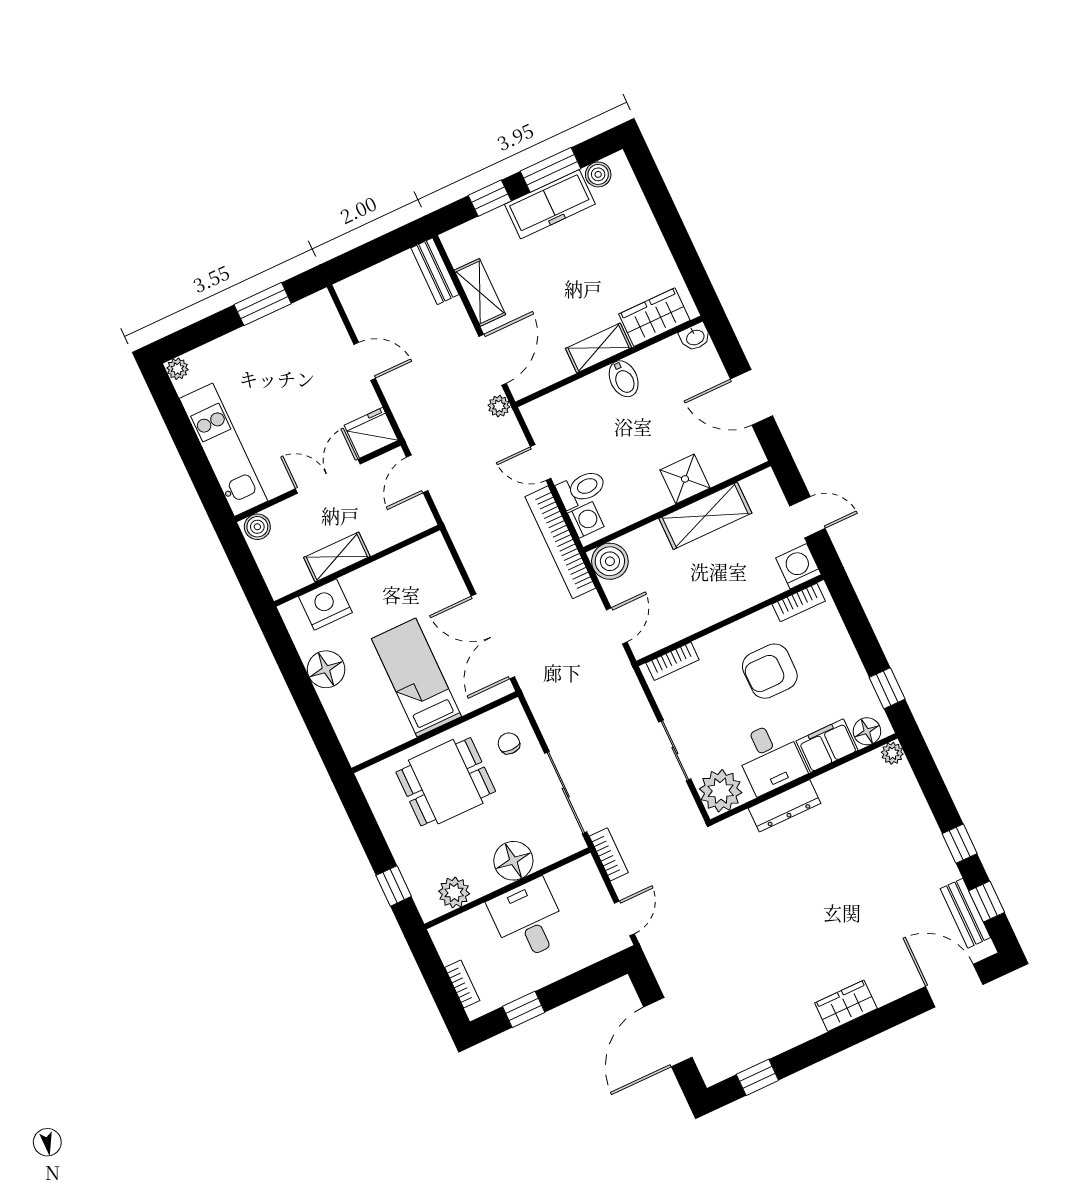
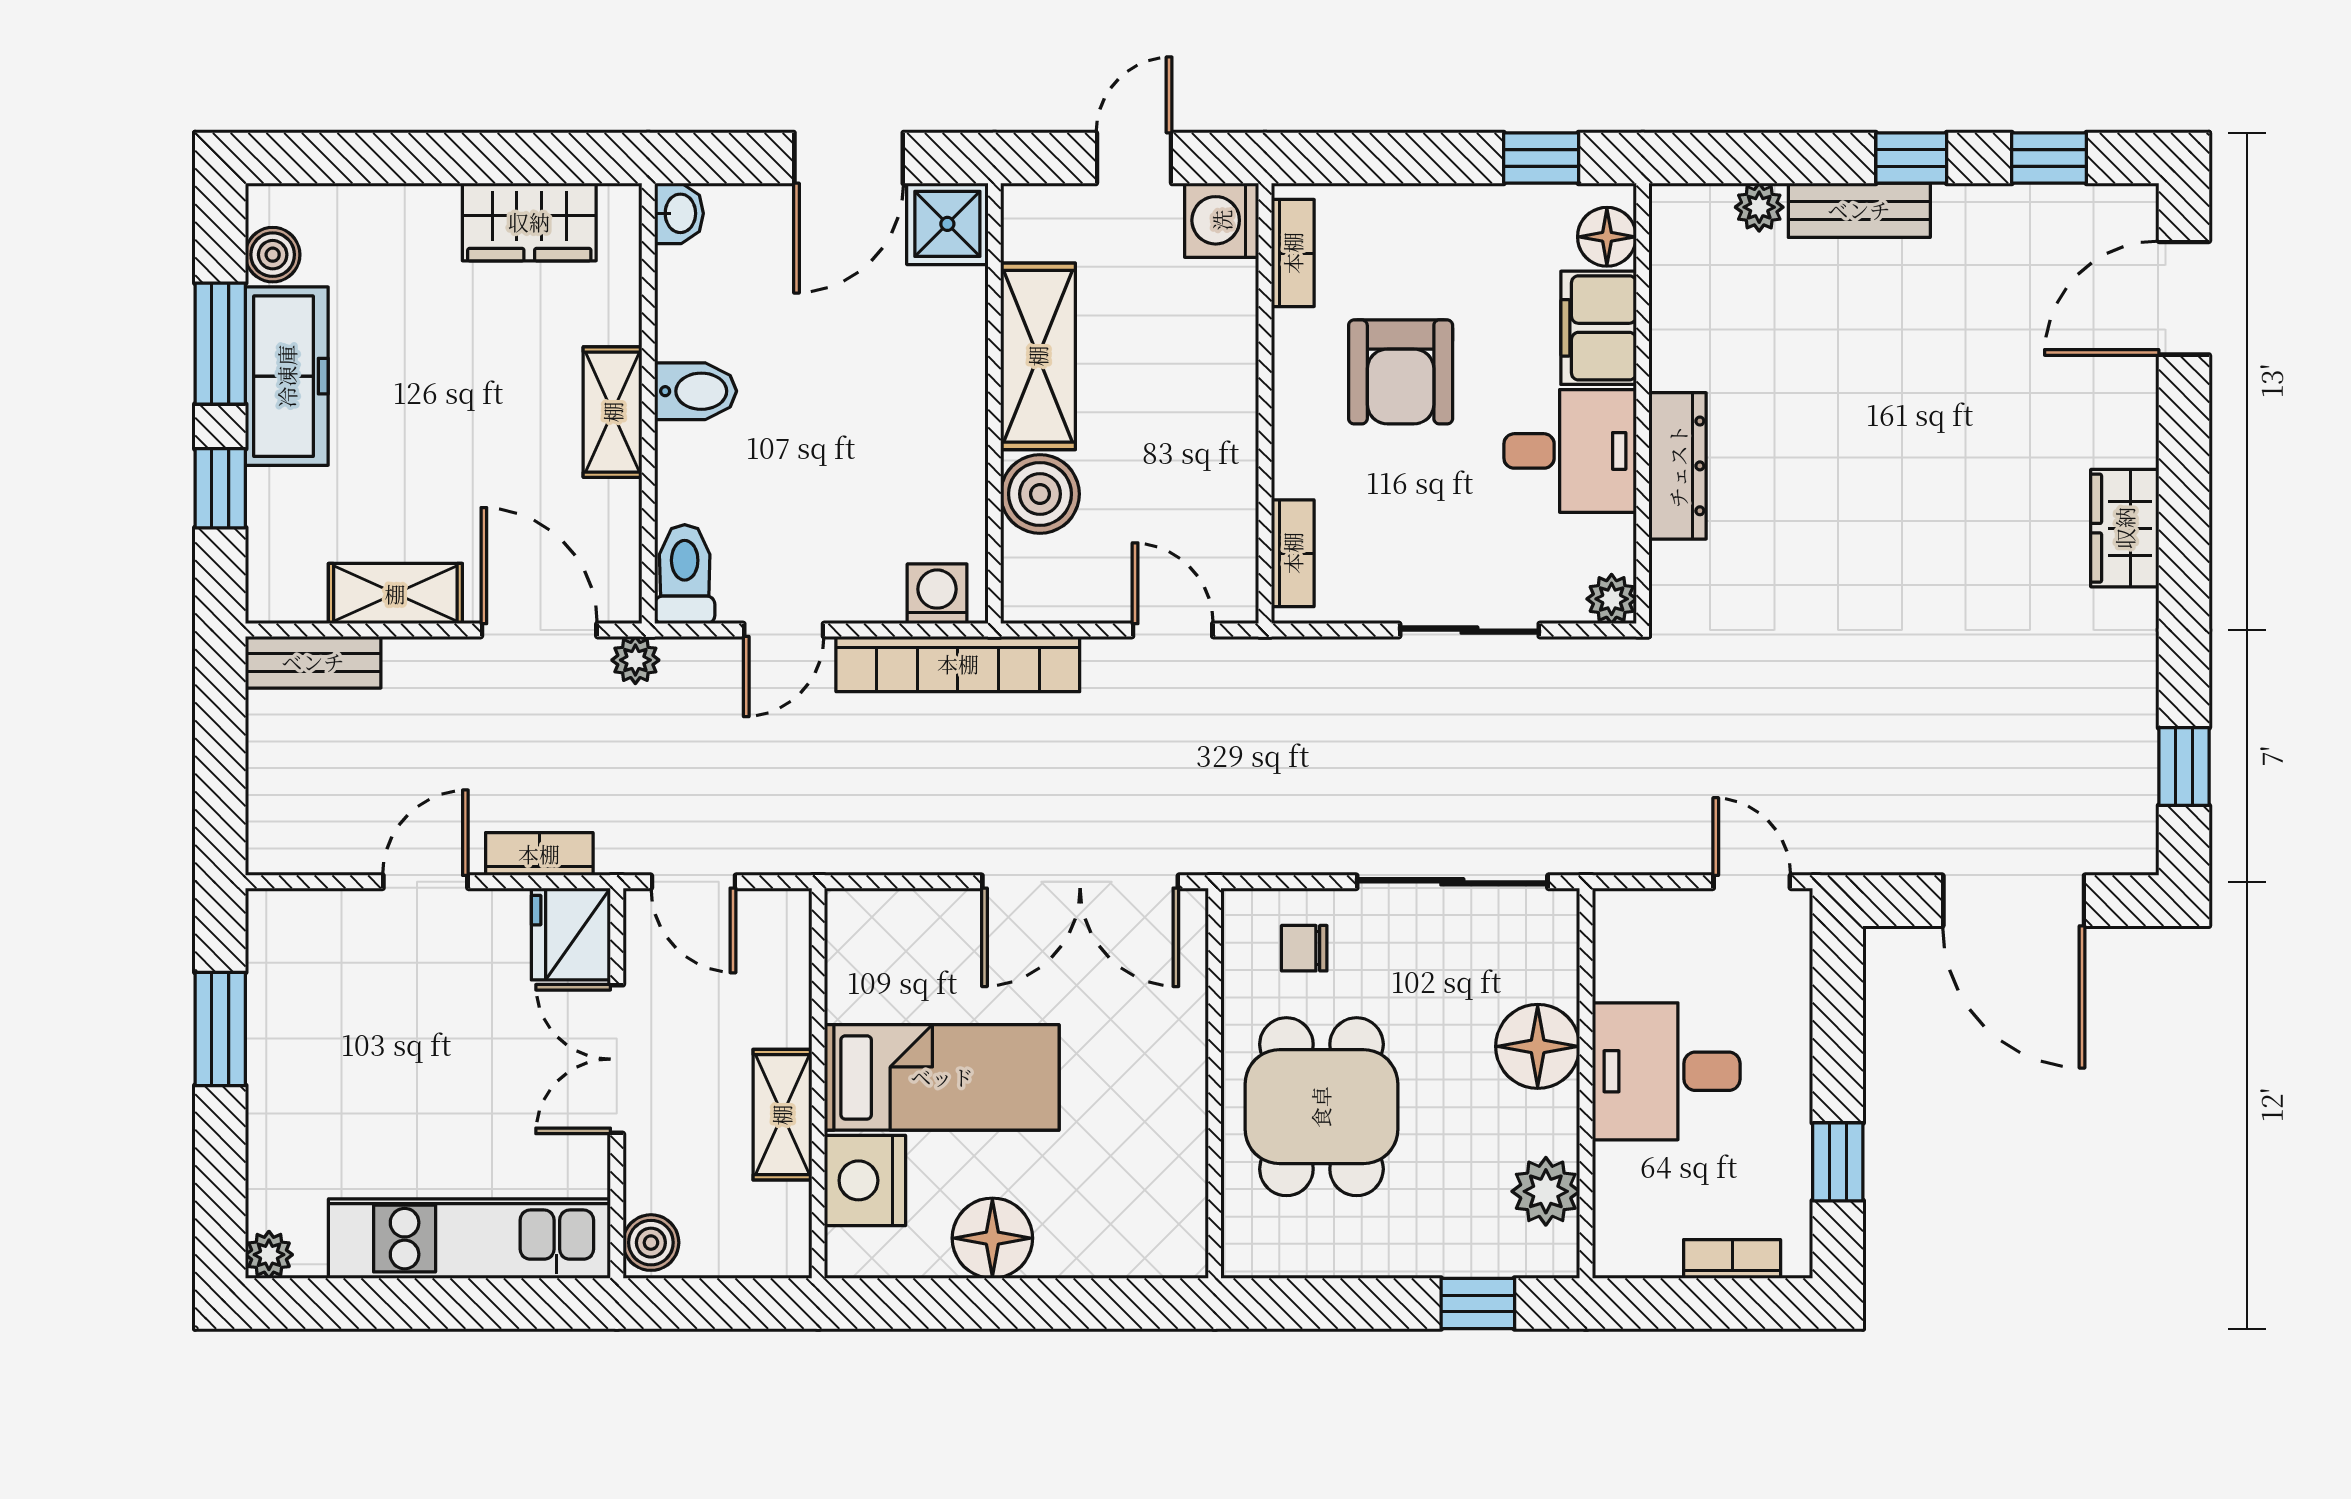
wardrobe: (654, 317) -> (529, 222), moved, turned -90
shower: (685, 479) -> (947, 224), moved
toilet: (581, 489) -> (685, 574), moved
boiler: (610, 561) -> (1040, 494), moved
bed: (416, 678) -> (942, 1077), moved, turned 180
plant: (892, 753) -> (1759, 207), moved
plant: (721, 791) -> (1612, 599), width x0.53, depth x0.53
bookcase: (609, 854) -> (539, 854), moved
bench: (965, 913) -> (1859, 210), moved

